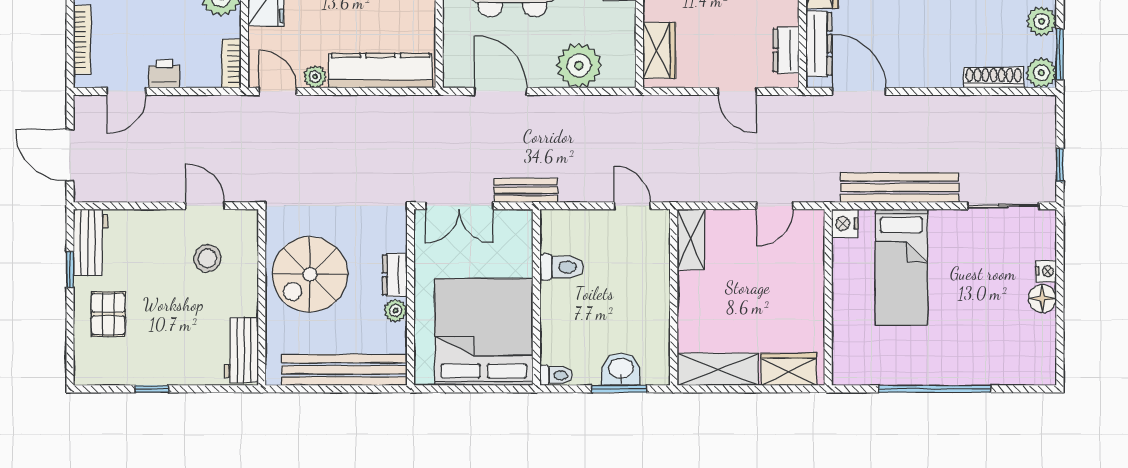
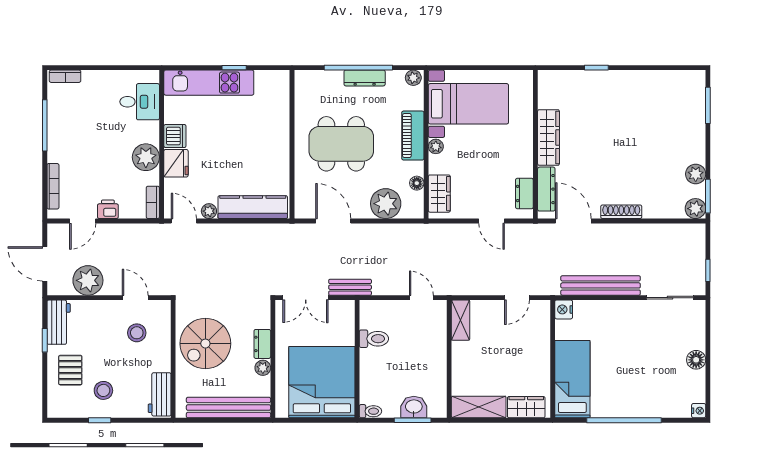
floor lamp: (625, 35) -> (417, 183), added
shoe rack: (994, 78) -> (621, 212), moved
plant: (134, 180) -> (88, 280), added
bed: (901, 267) -> (572, 379), moved, turned 180
nightstand: (1046, 271) -> (699, 411), moved
stool: (158, 344) -> (103, 390), added

